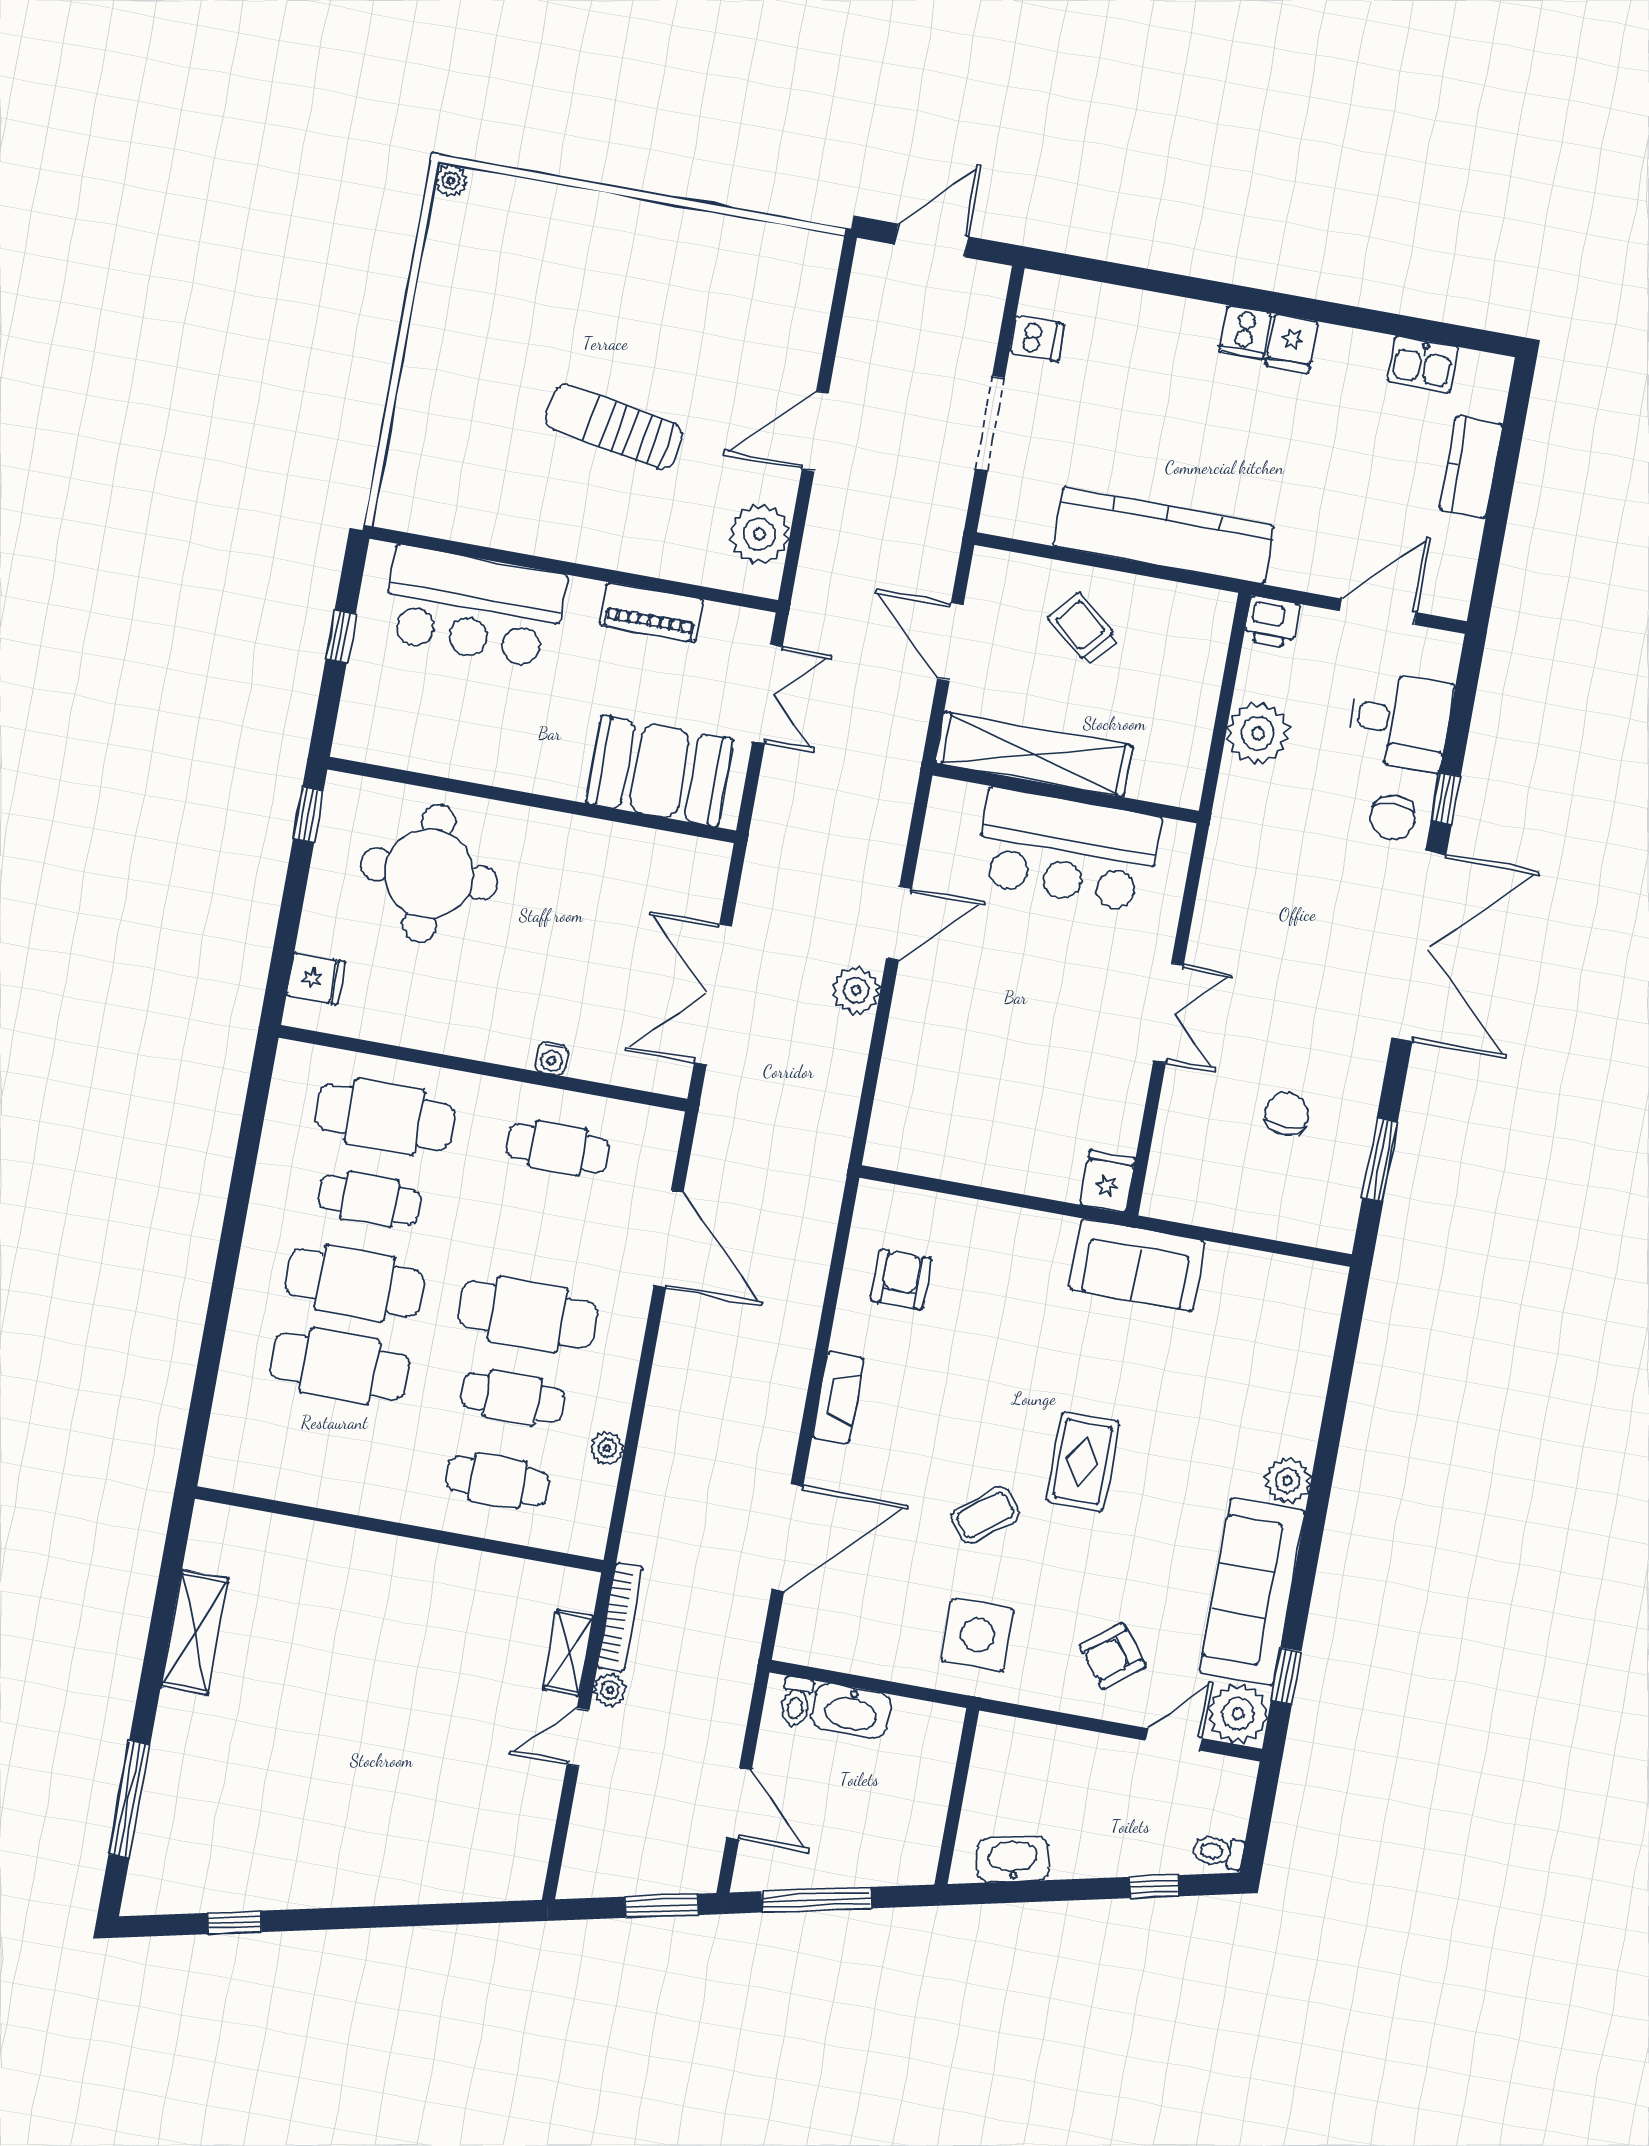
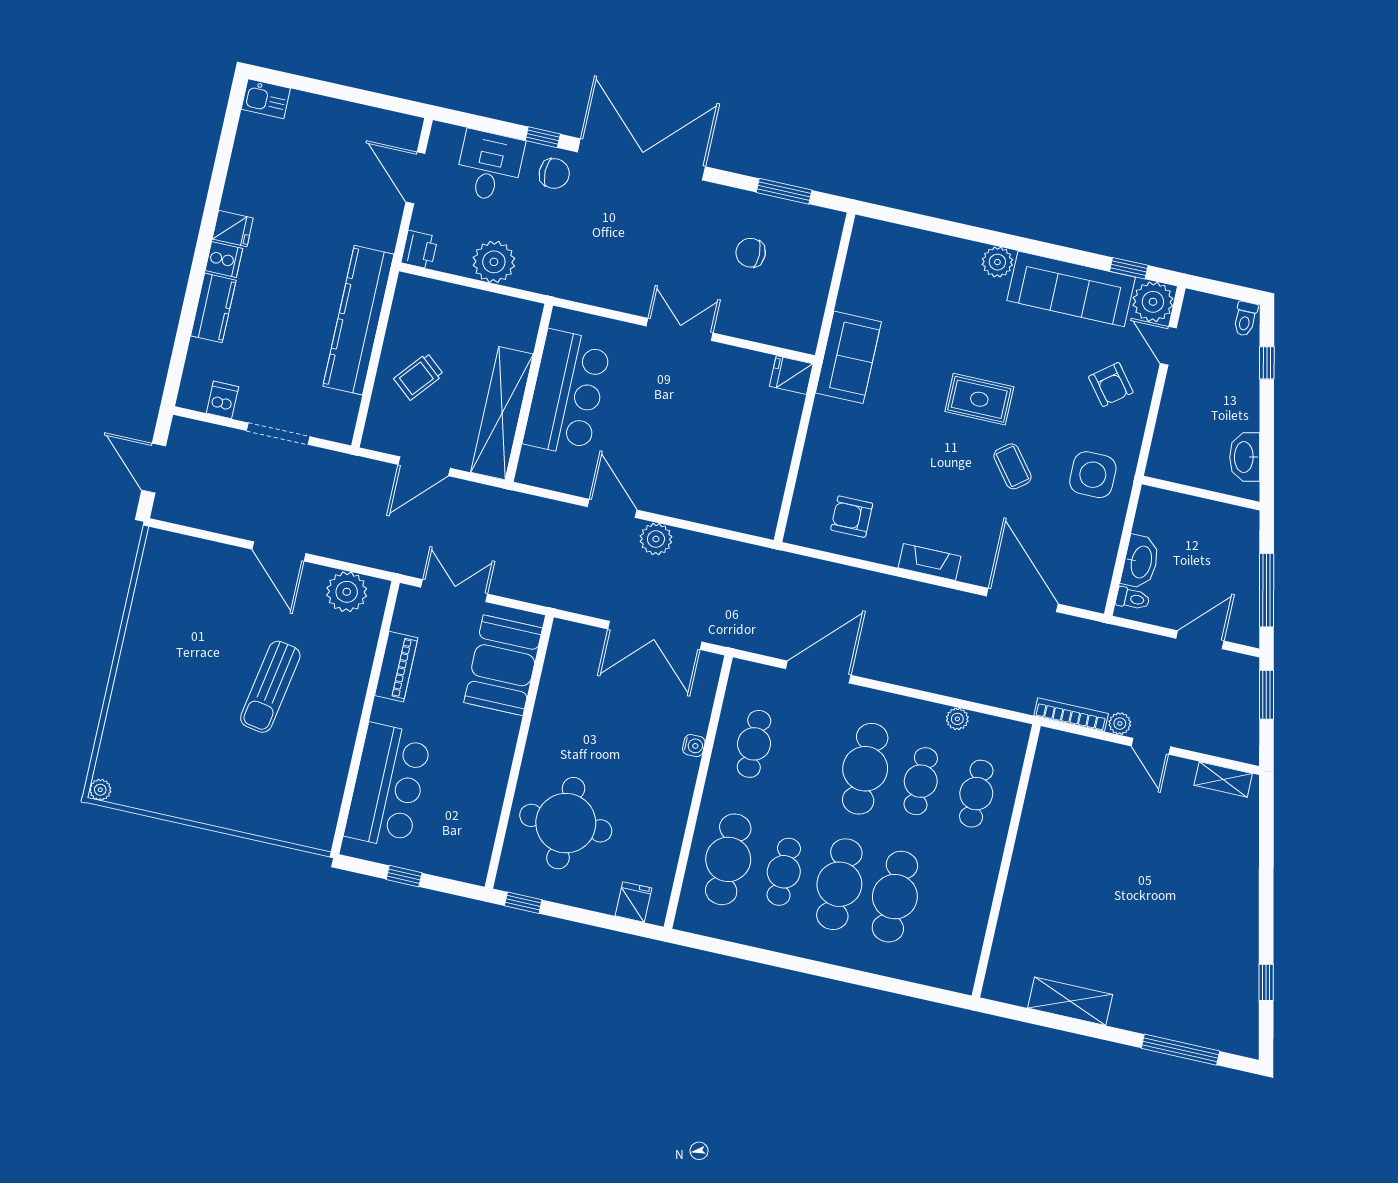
kitchen sink: (1423, 364) -> (266, 99), moved, turned 90
kitchen counter: (1471, 467) -> (213, 308), moved, turned -90
shelving: (568, 1653) -> (1223, 779), moved

